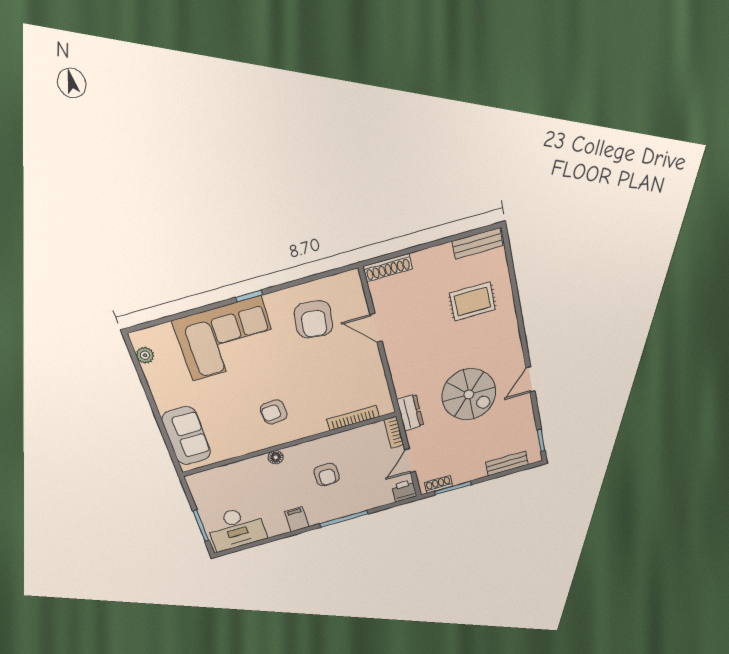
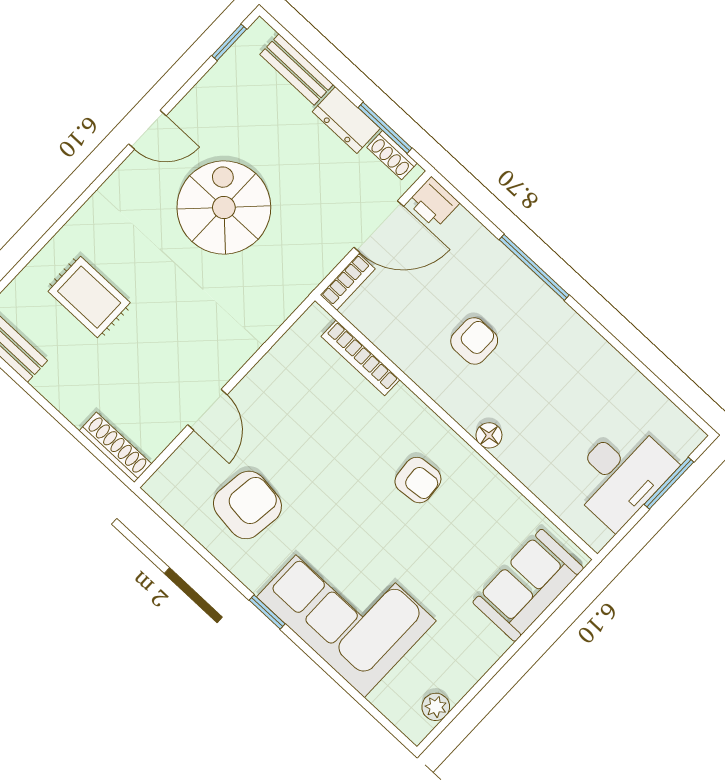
dresser: (410, 413) -> (346, 120), moved, turned -90
door: (410, 461) -> (379, 227), width x1.38
filing cabinet: (297, 519) -> (576, 341), removed
desk: (236, 528) -> (621, 474), moved, turned 90

